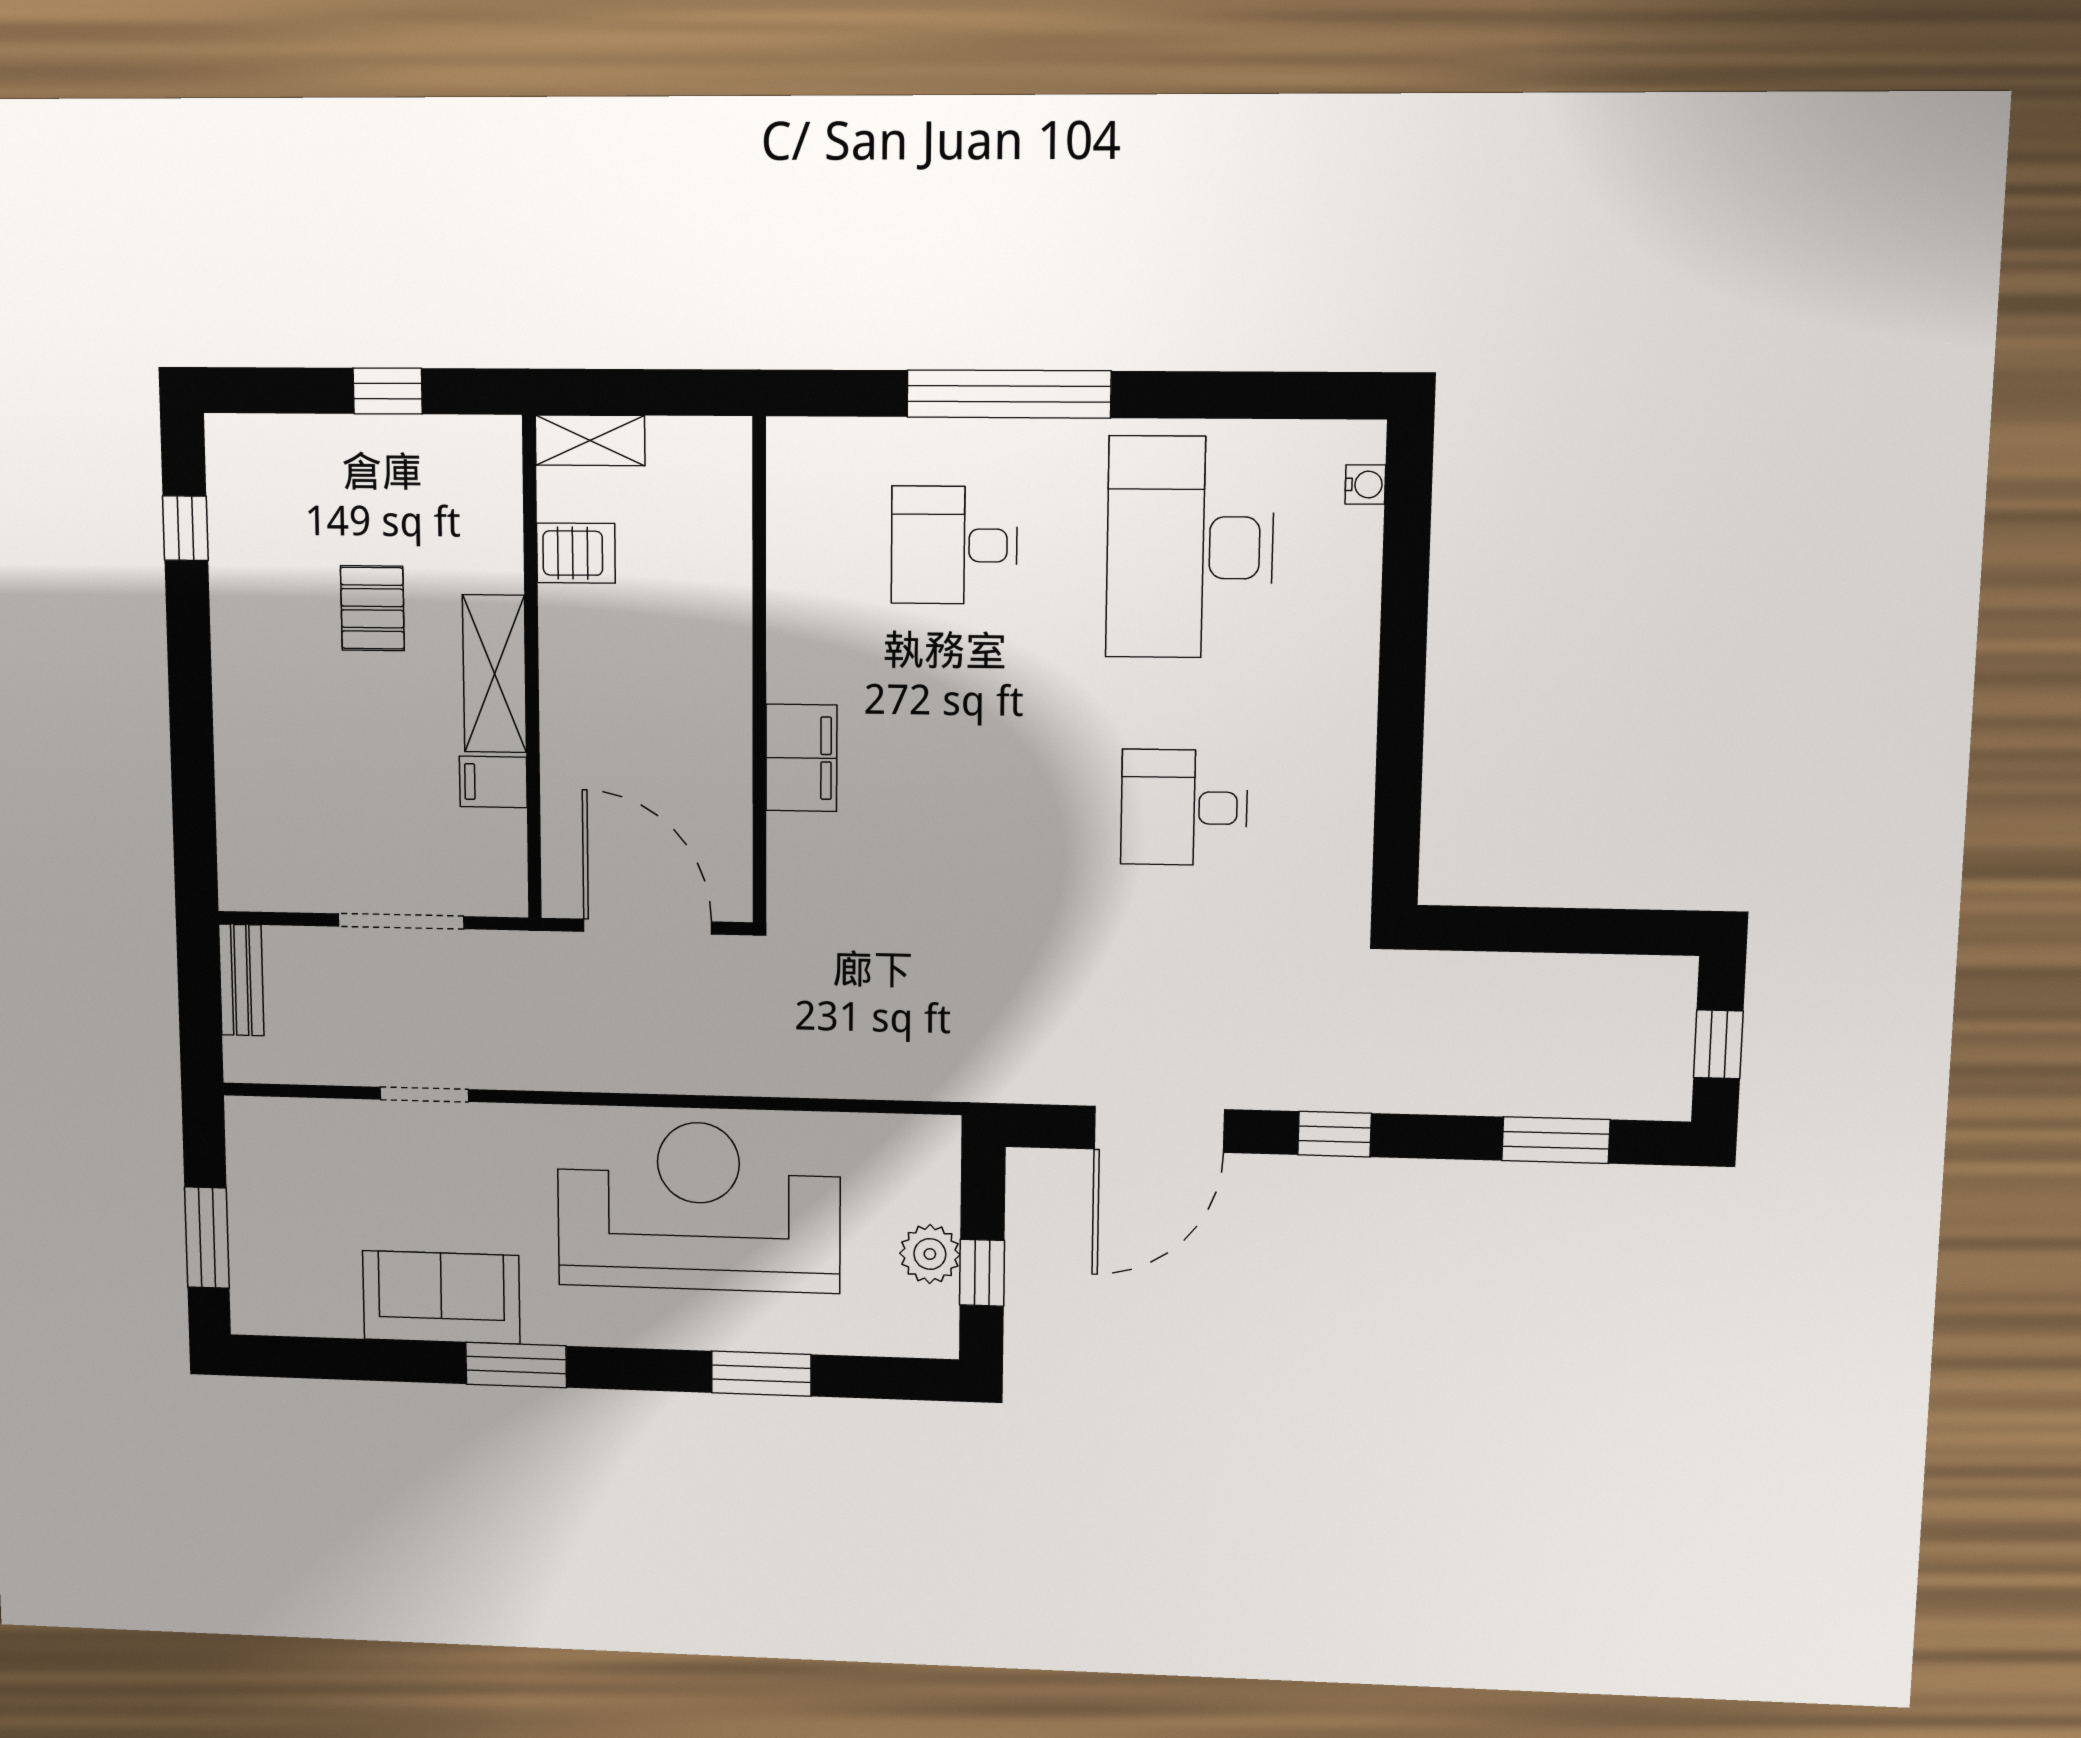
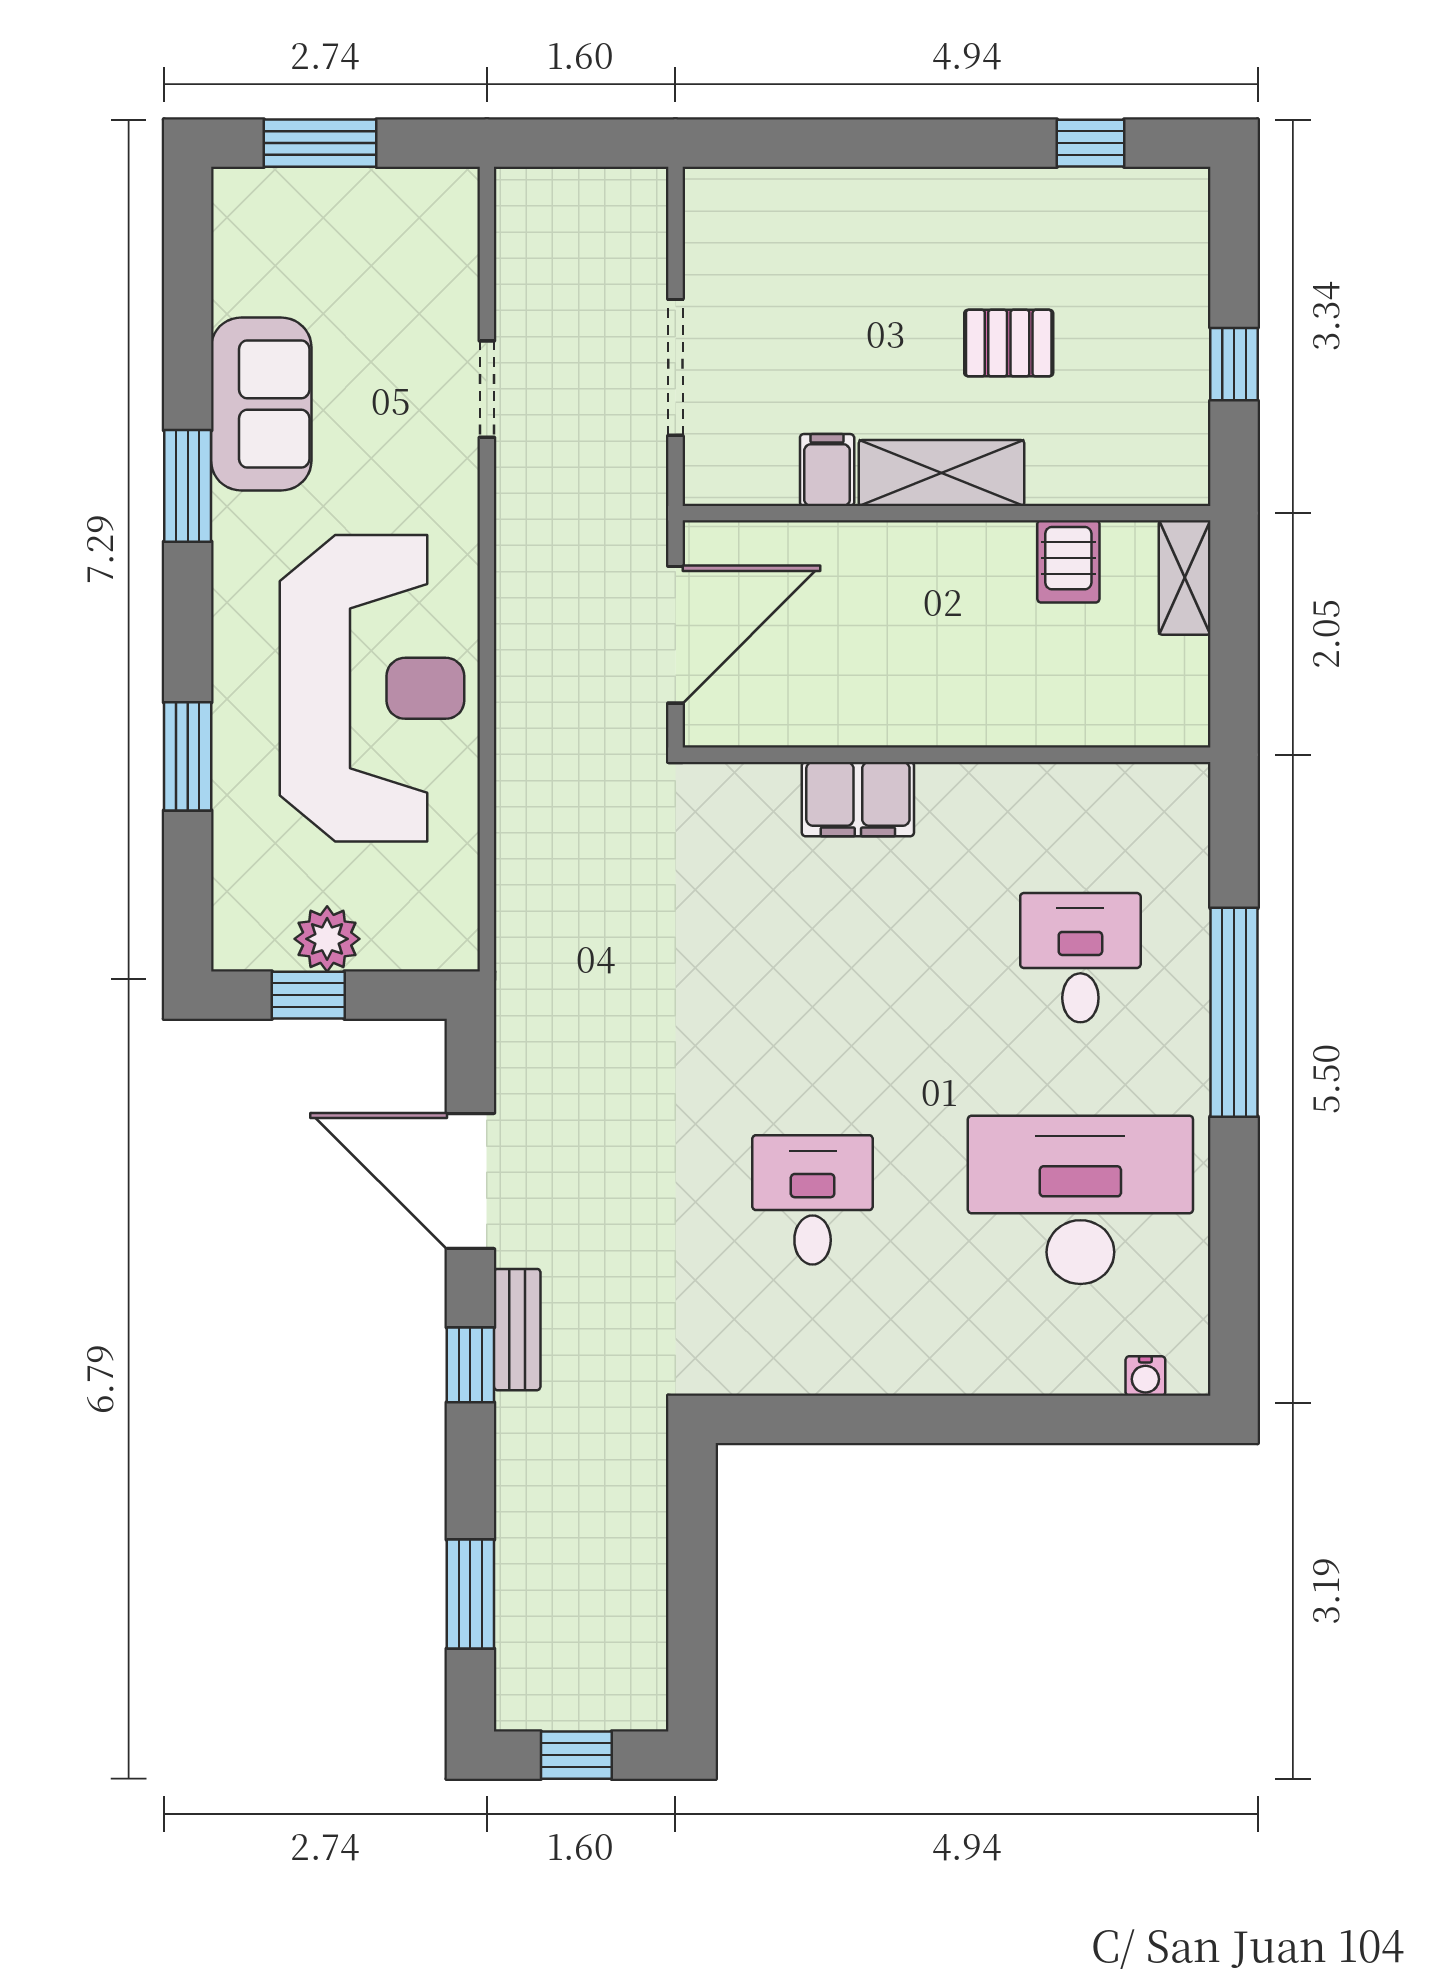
bench: (241, 980) -> (517, 1330), moved, turned 90

